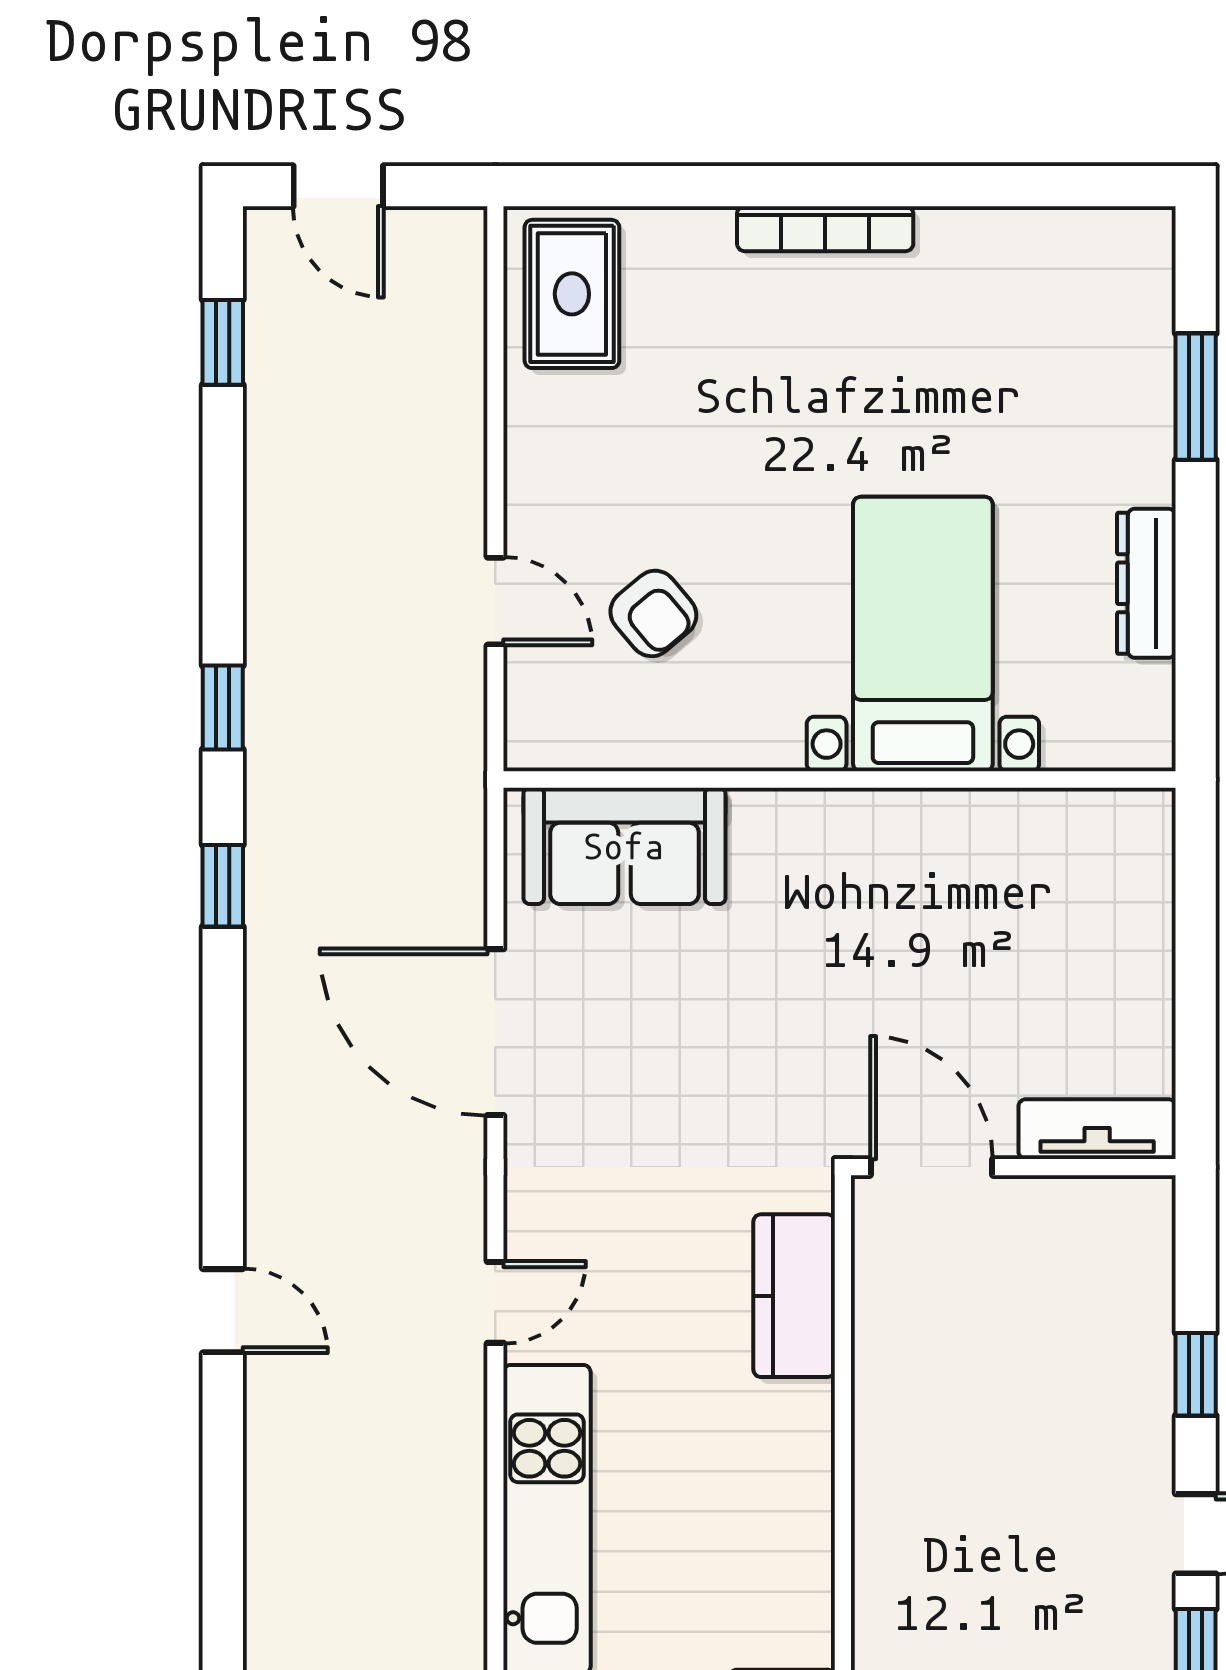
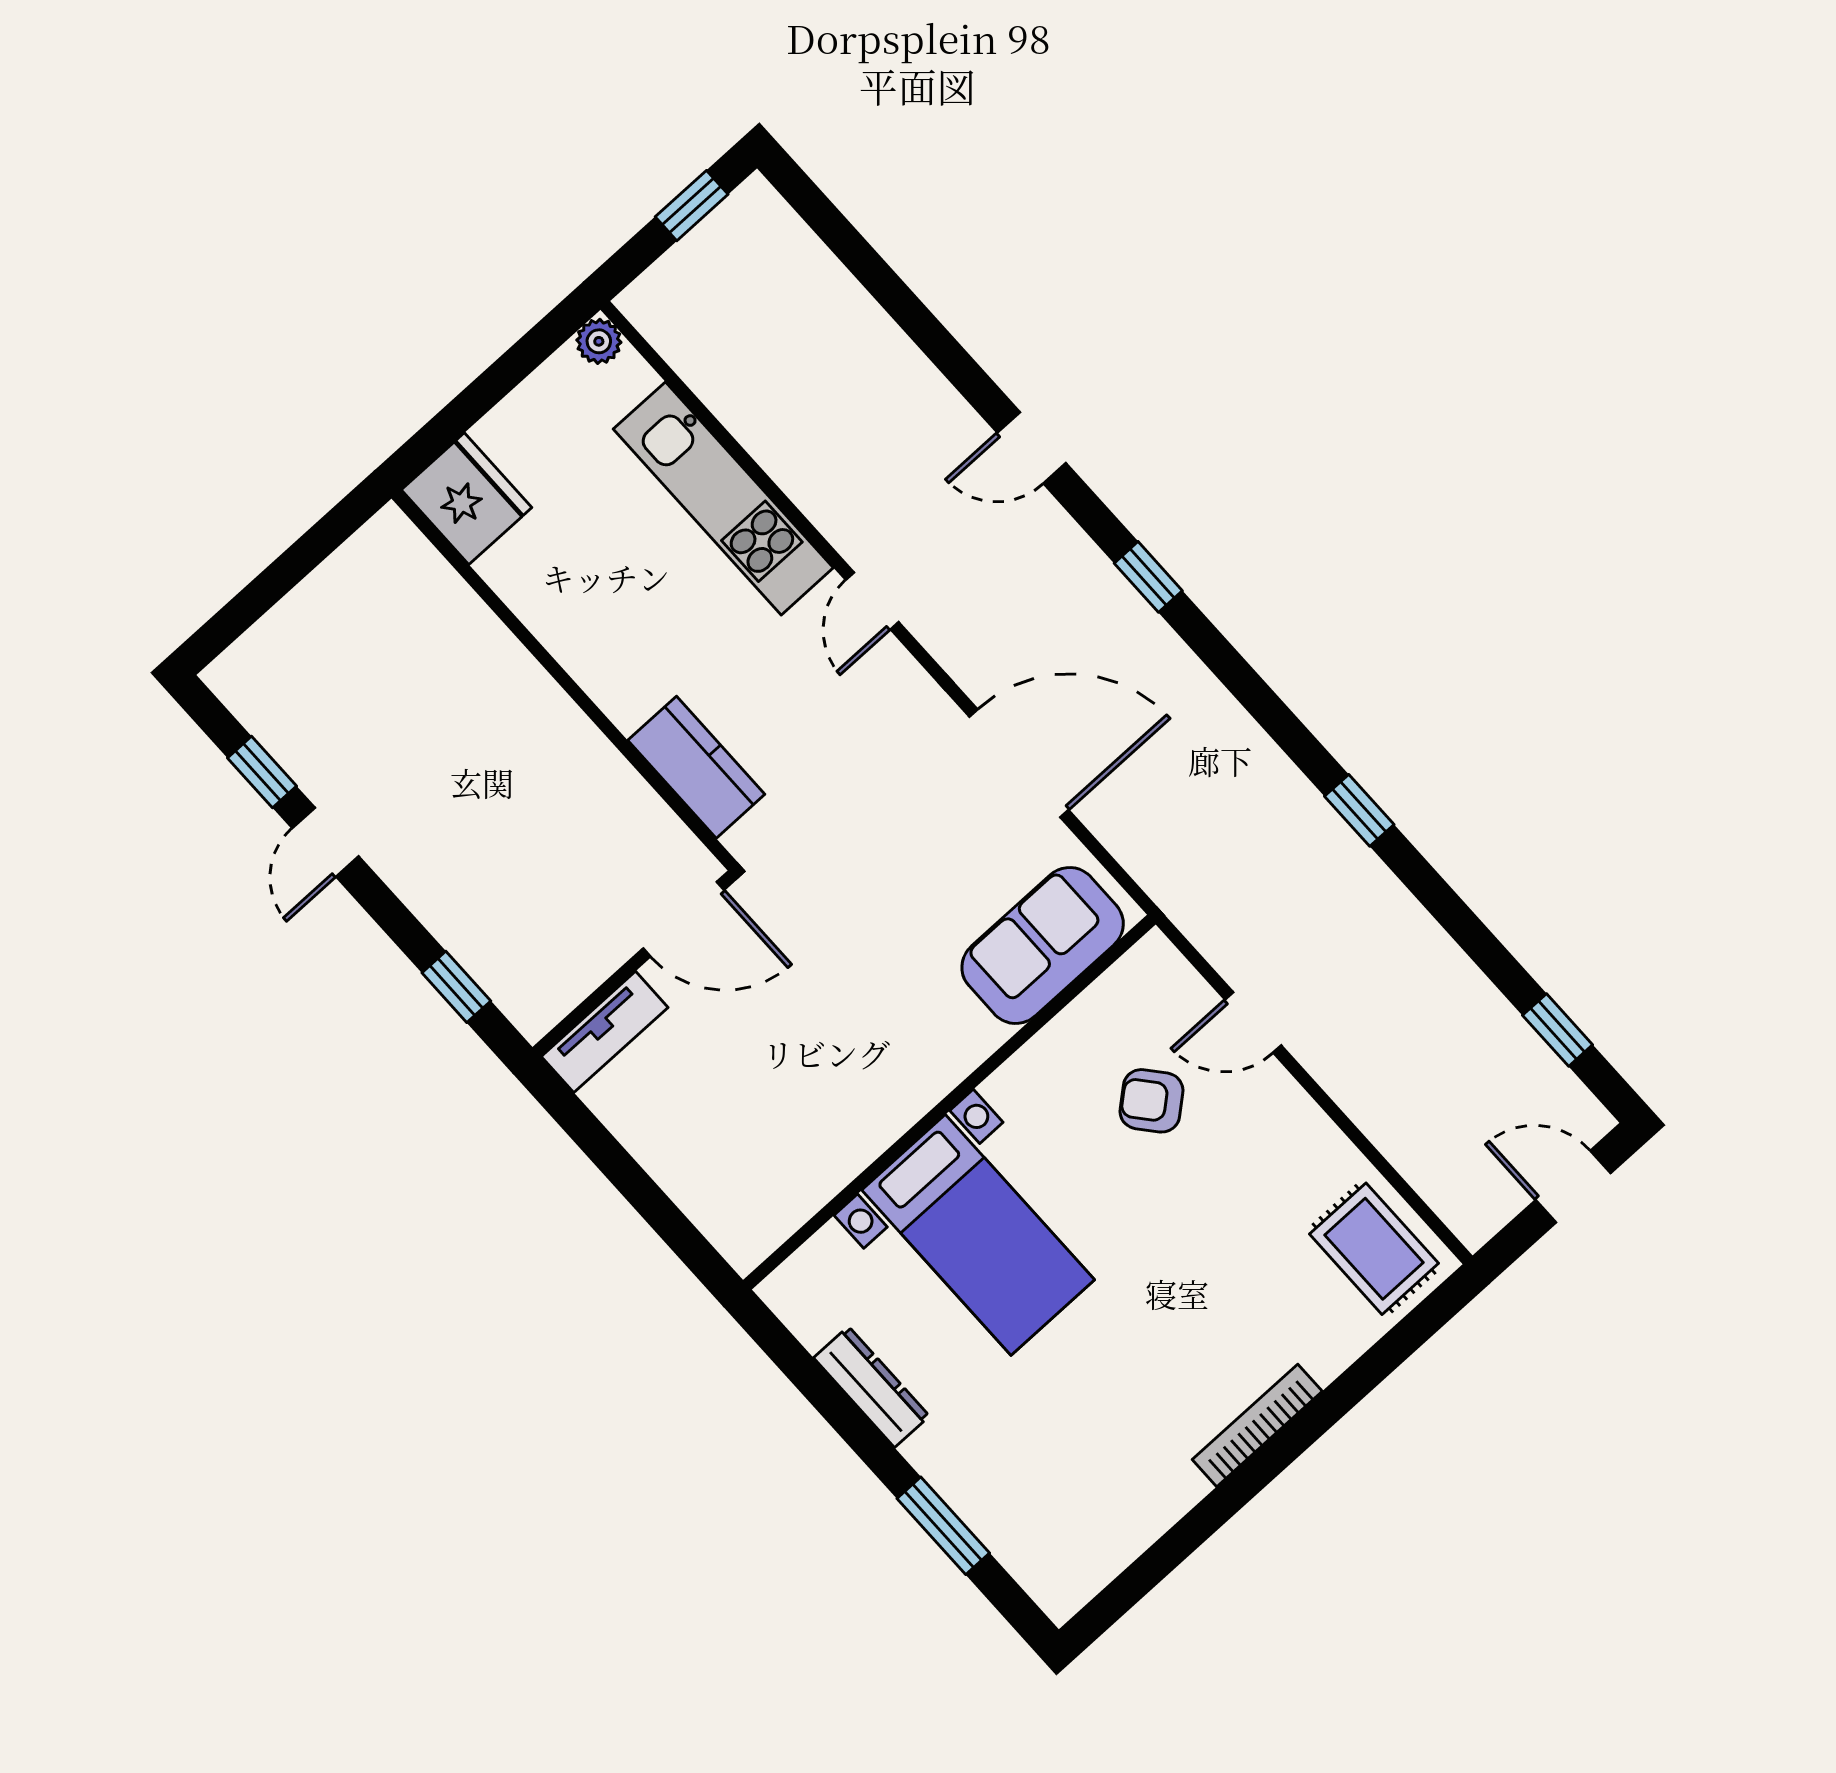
window: (223, 886) -> (1148, 577), moved
window: (1196, 1374) -> (456, 987), moved

